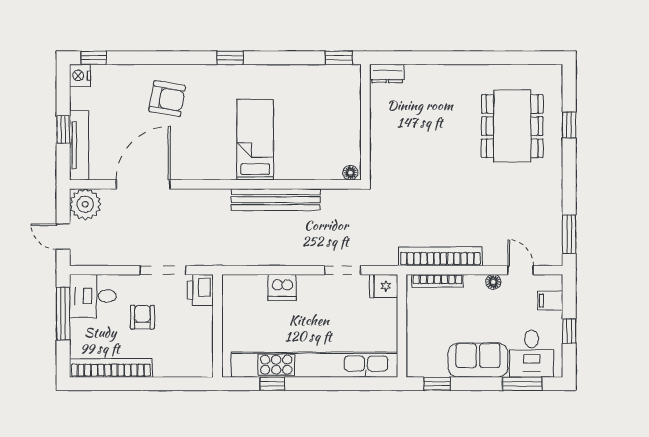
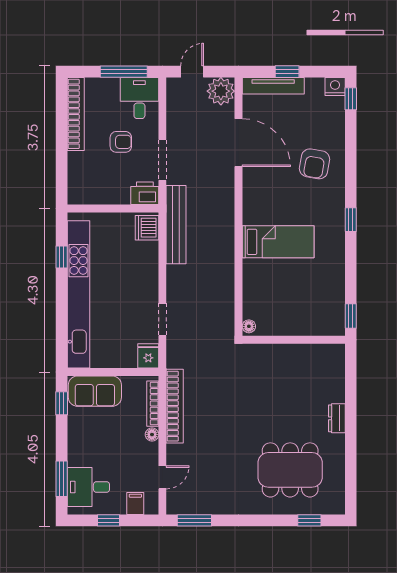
dresser: (387, 74) -> (337, 418), moved
window: (569, 125) -> (309, 520), moved
bench: (276, 200) -> (176, 225), moved
floor lamp: (493, 282) -> (152, 435), moved
dishwasher: (282, 287) -> (147, 228), moved
sofa: (478, 360) -> (95, 391), moved, turned 90

